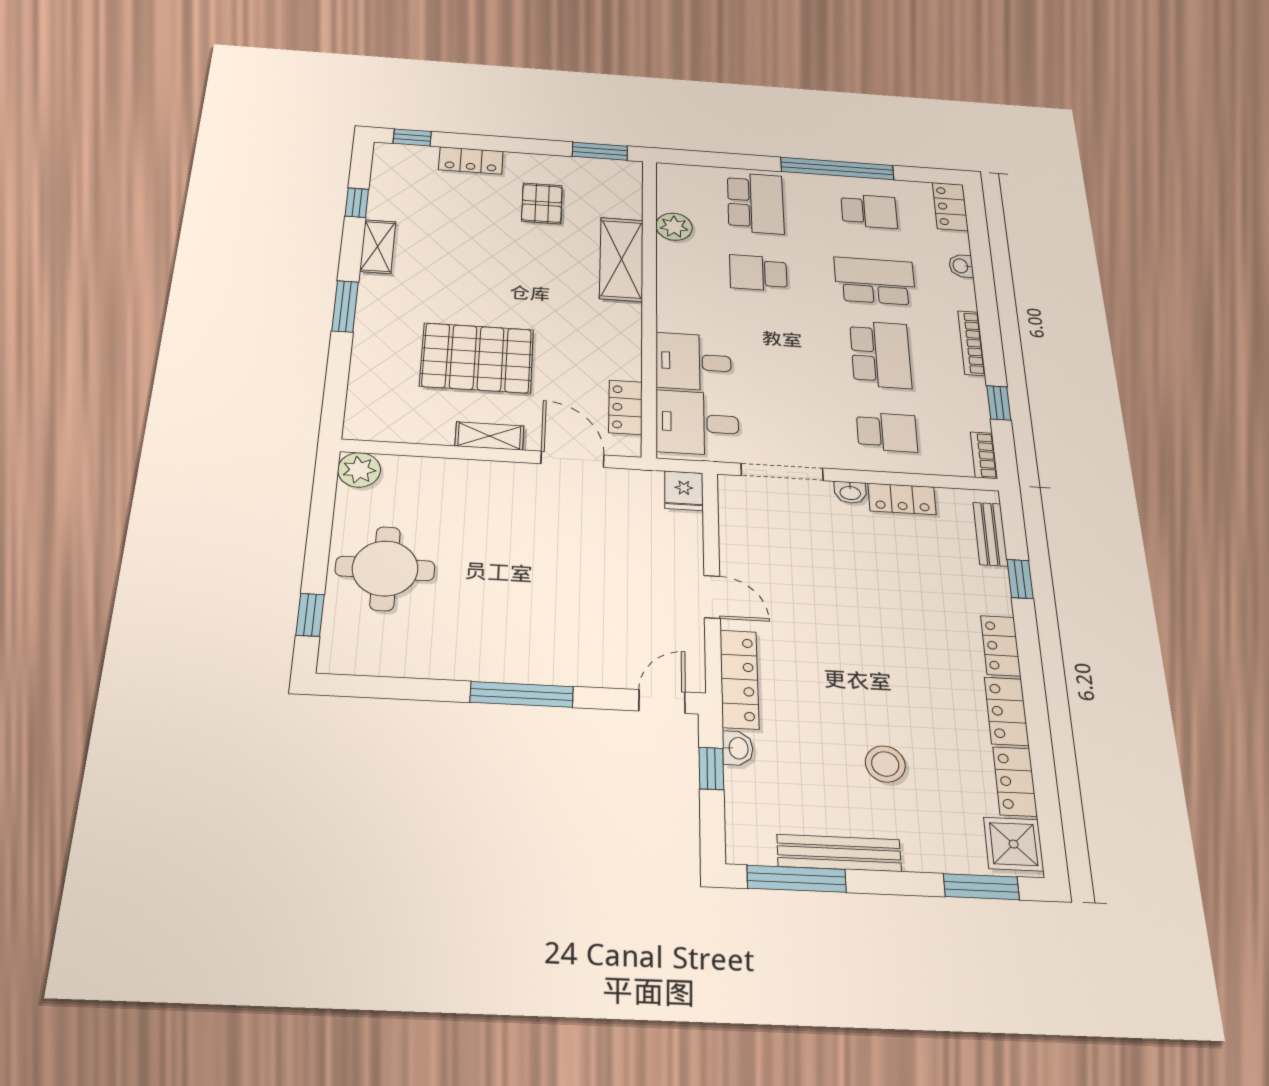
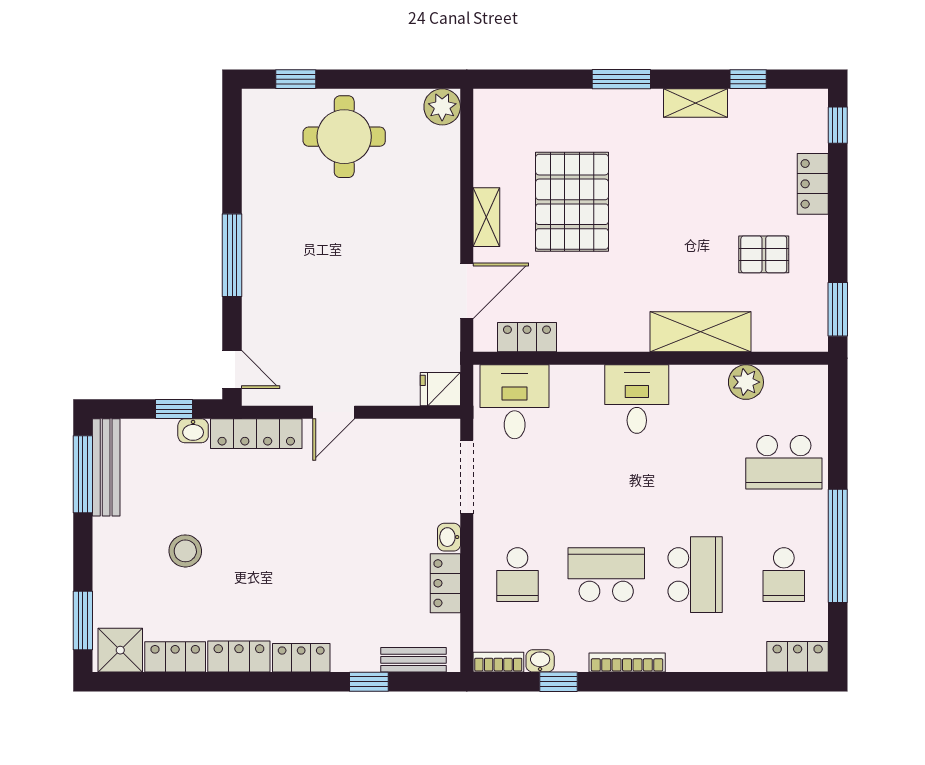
washbasin: (961, 266) -> (540, 661), moved
school desk: (758, 273) -> (695, 462), removed
school desk: (881, 354) -> (606, 575), turned 180
desk: (693, 362) -> (637, 399), moved
bench: (839, 853) -> (106, 467), moved

